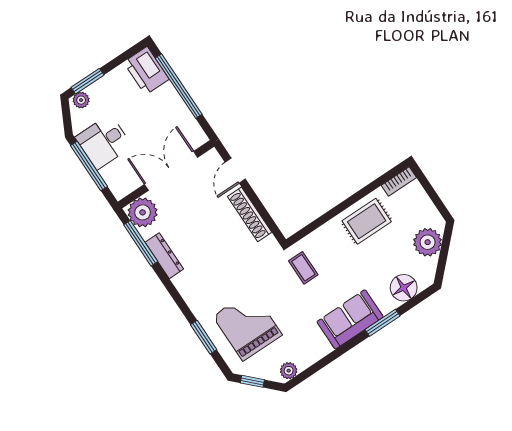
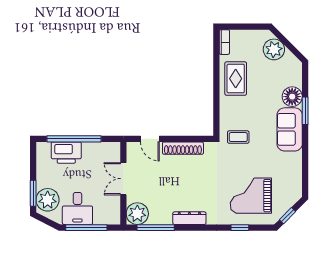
printer: (146, 71) -> (66, 153), moved
plant: (81, 100) -> (48, 200), width x1.87, depth x1.87
double door: (171, 171) -> (123, 179), width x0.73
dresser: (164, 256) -> (189, 218), moved
floor lamp: (404, 288) -> (292, 97), moved
window: (204, 337) -> (240, 228), width x0.67
plant: (289, 371) -> (296, 189), removed

